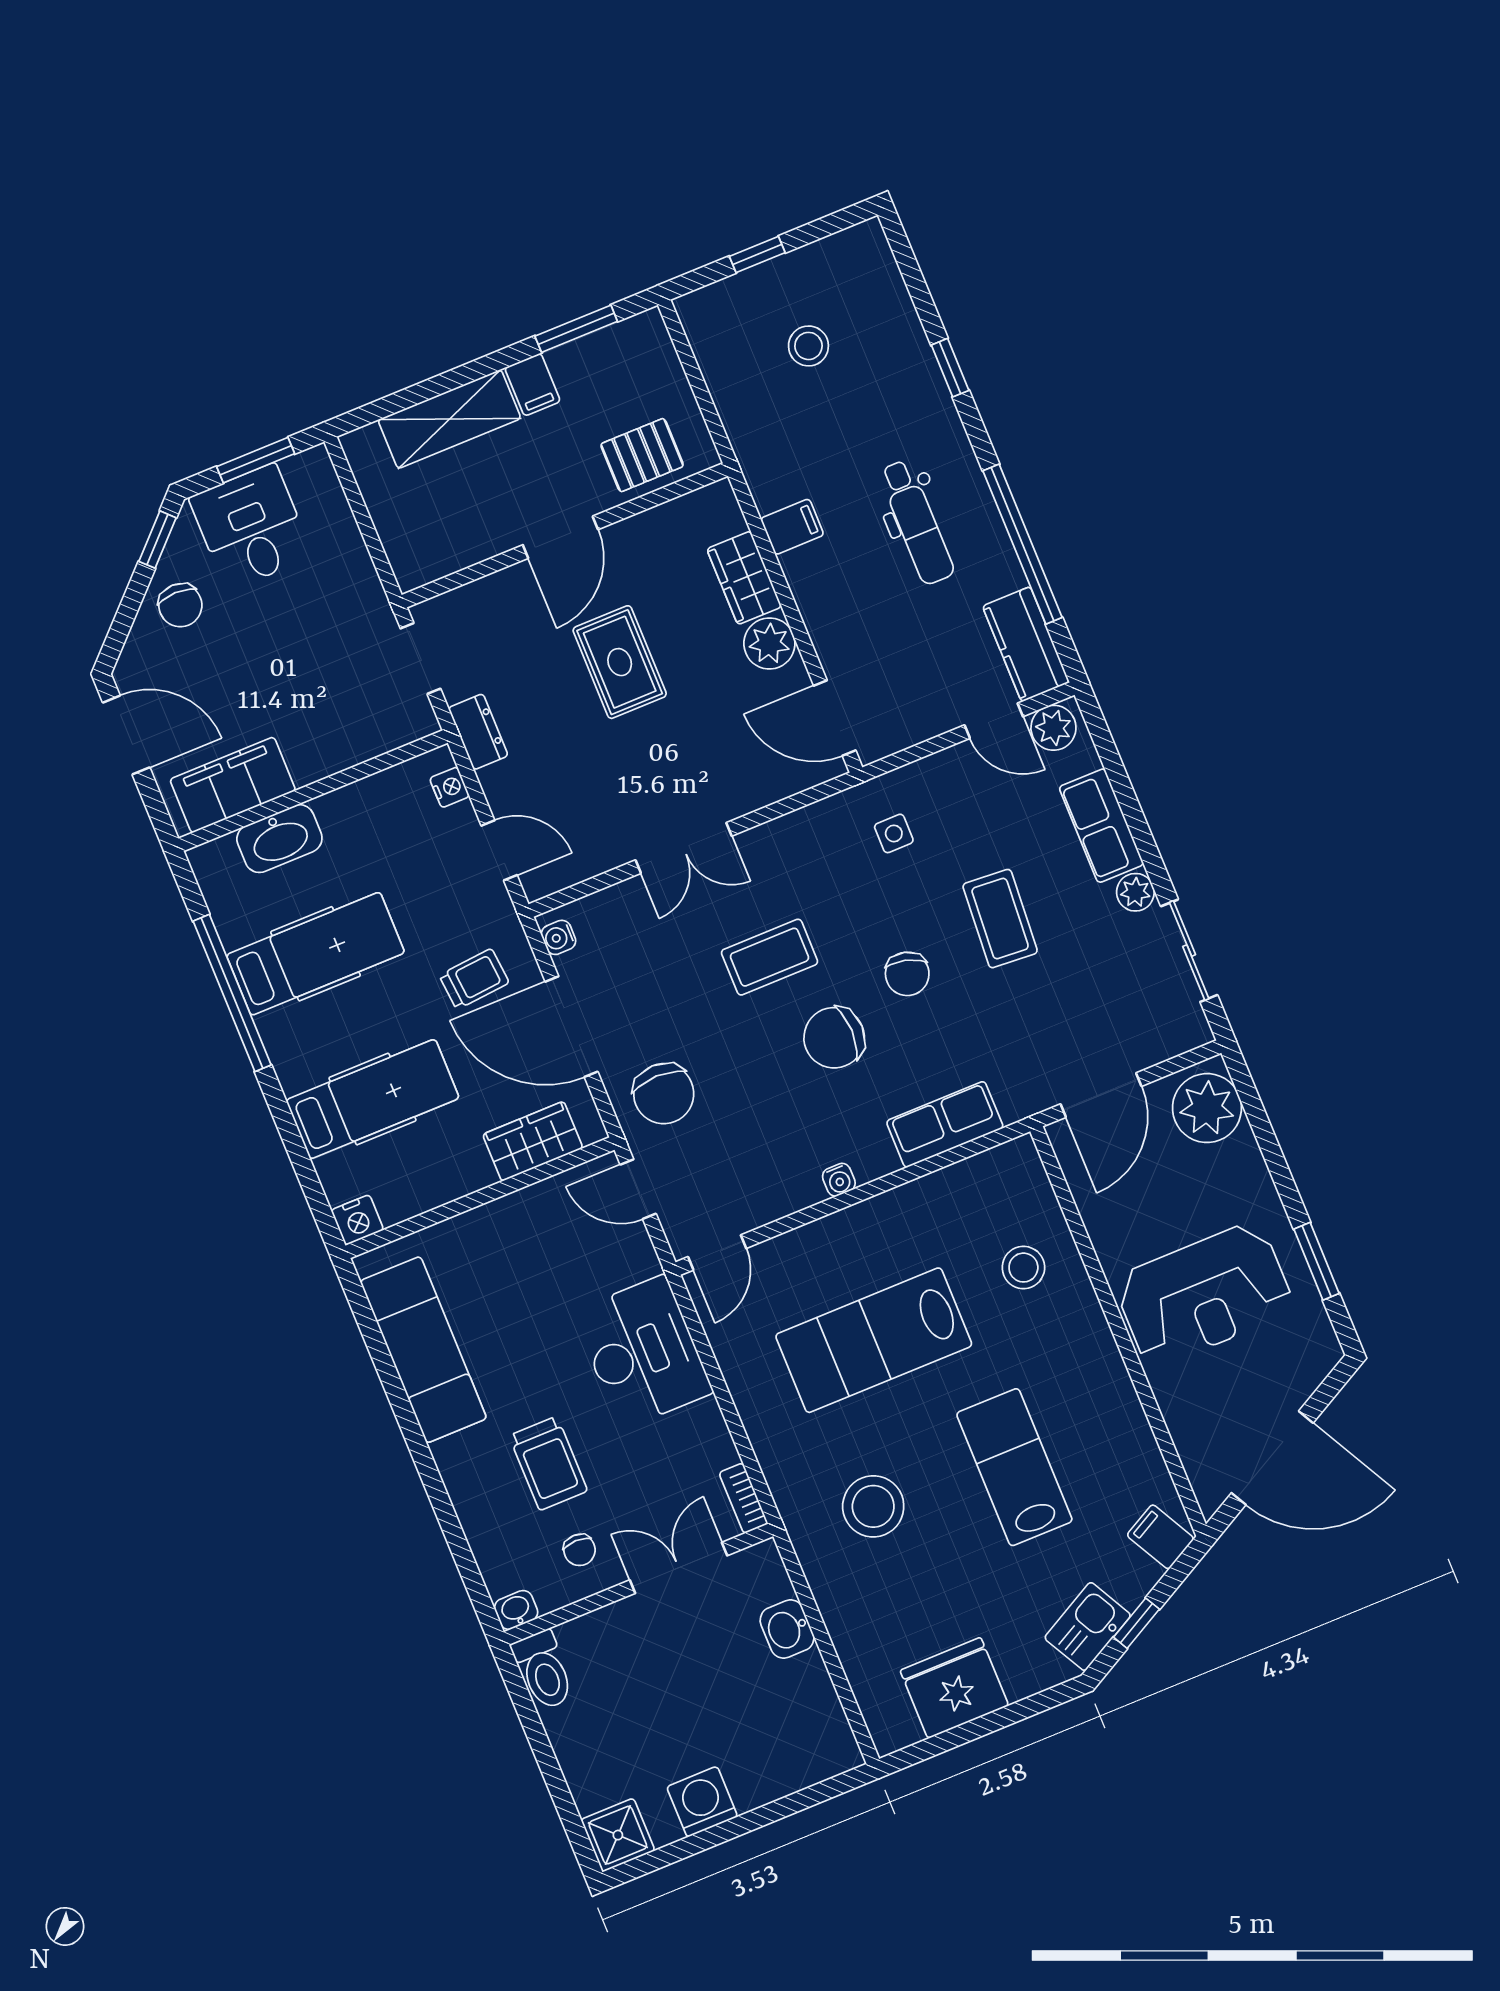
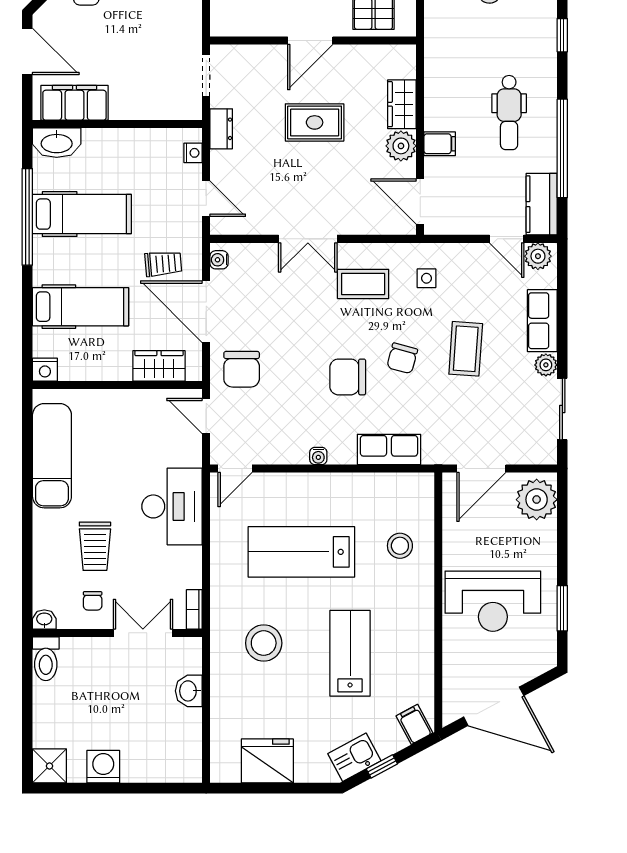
filing cabinet: (792, 527) -> (440, 144), moved
rug: (620, 662) -> (315, 122), turned 90
washbasin: (279, 839) -> (57, 143), moved
coffee table: (770, 957) -> (363, 284), moved

